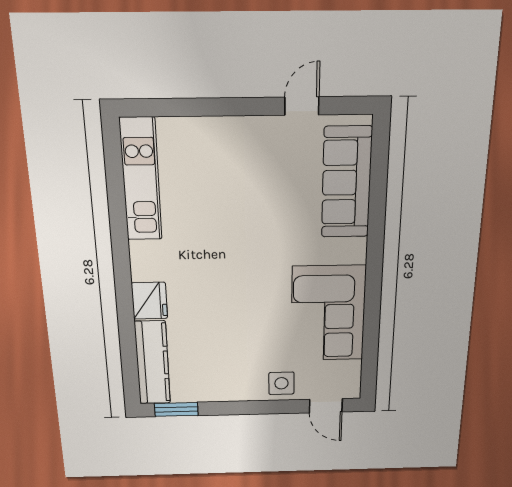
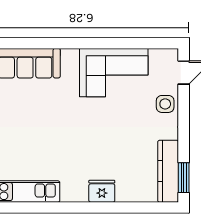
kitchen counter: (152, 363) -> (168, 171), moved, turned -90

